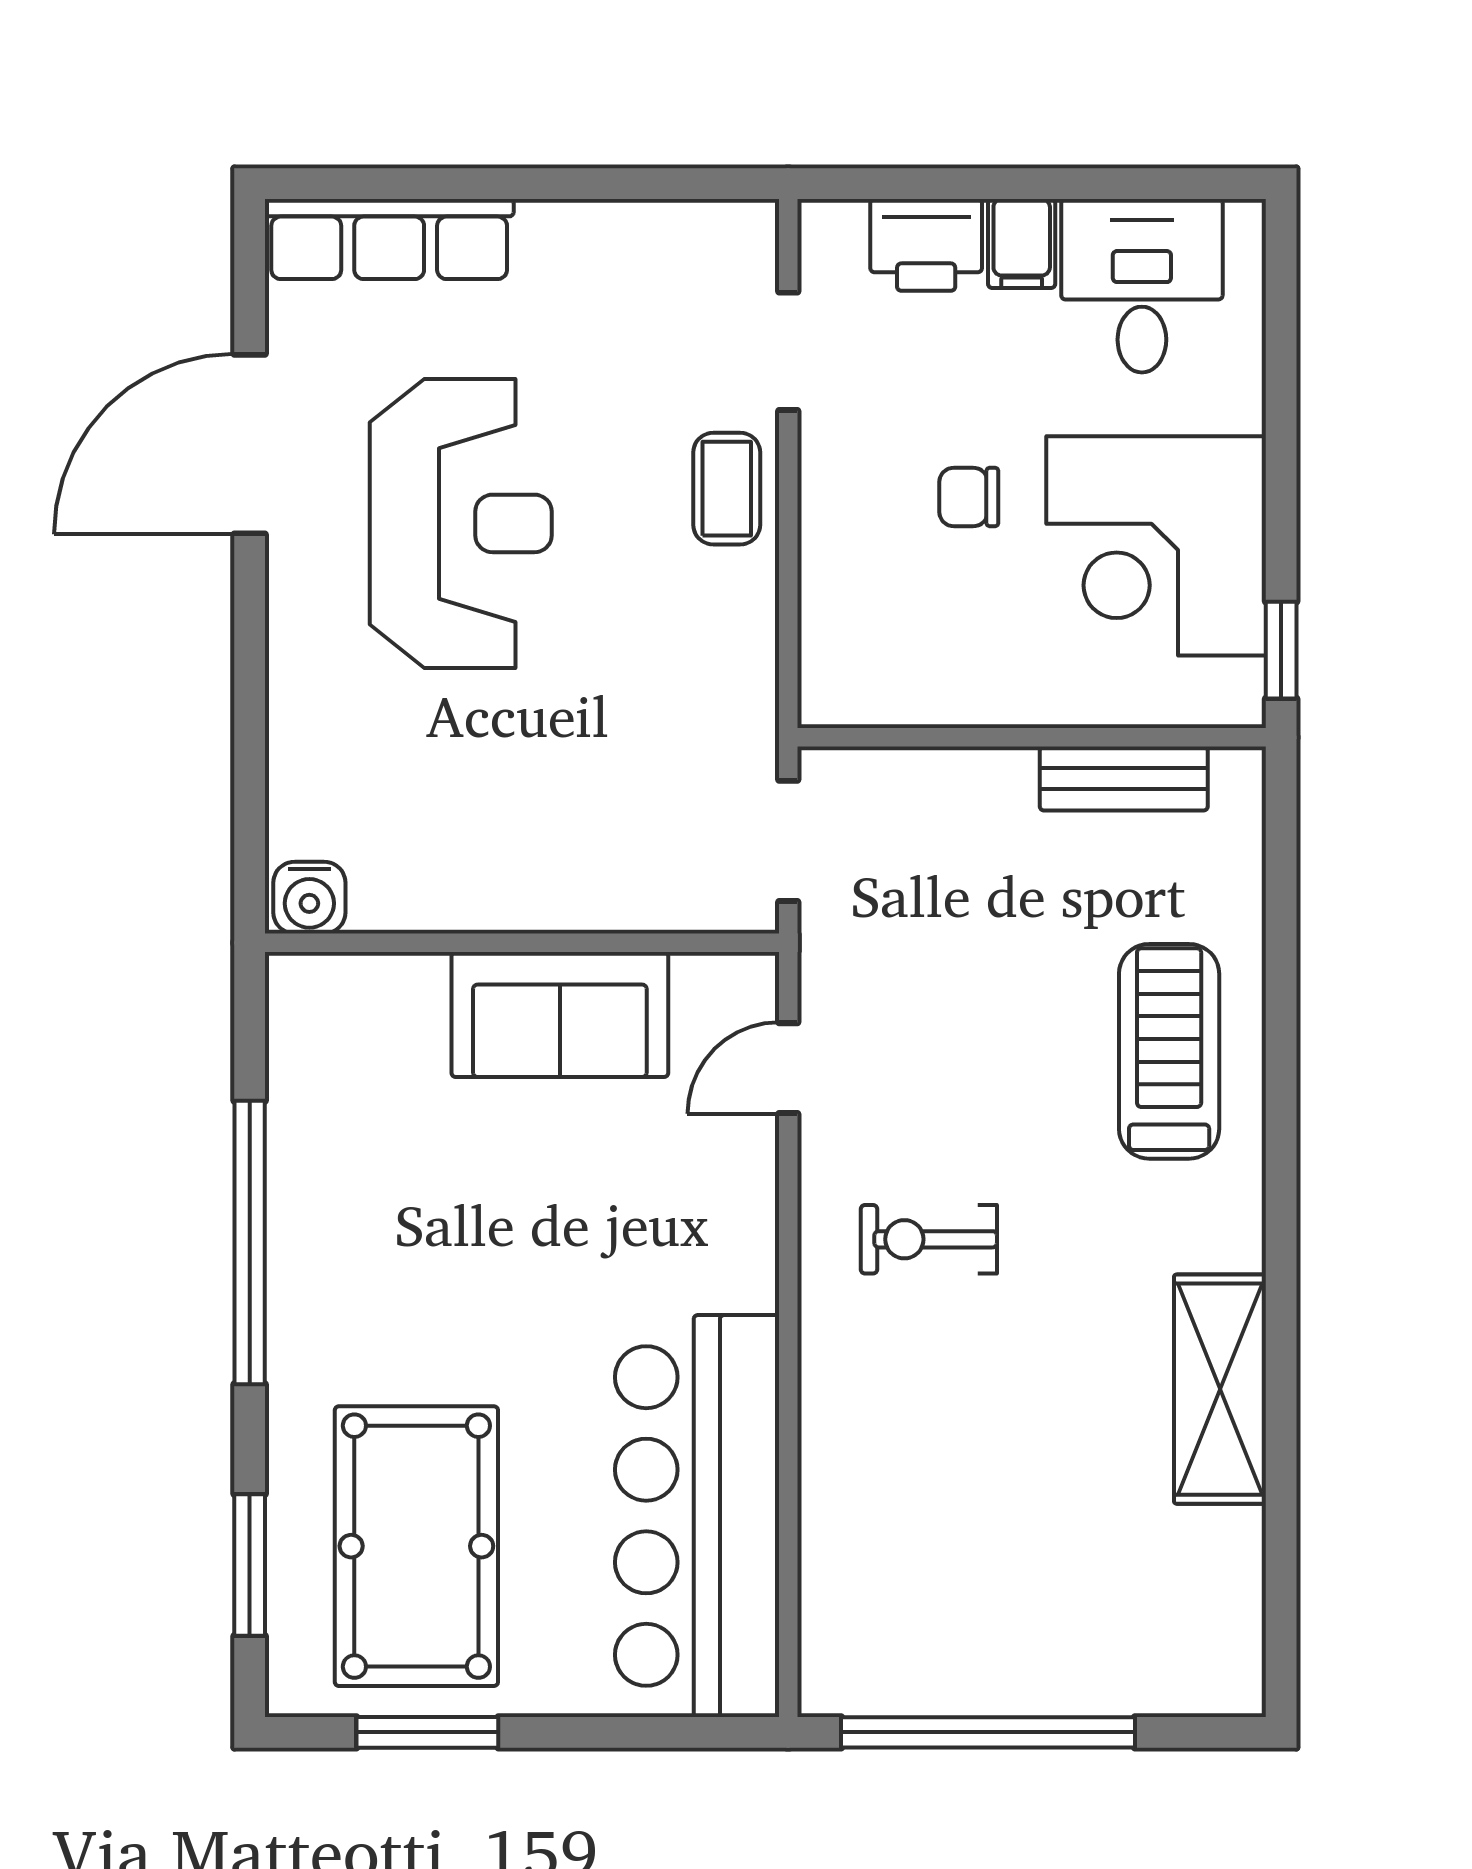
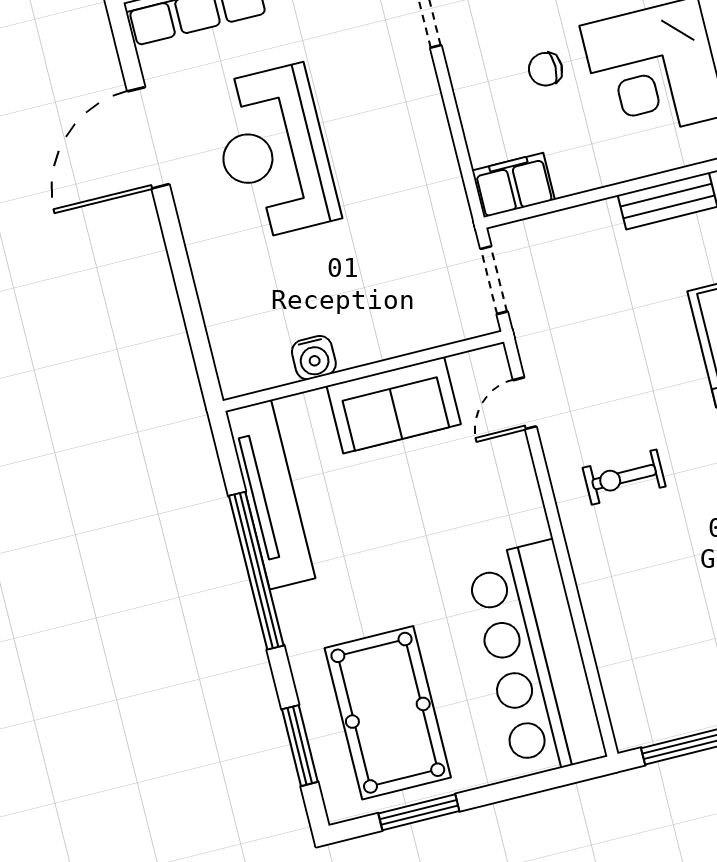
coffee table: (727, 489) -> (413, 97), removed
reception desk: (461, 523) -> (274, 152), turned 180
filing cabinet: (863, 684) -> (513, 185), added
water cooler: (309, 898) -> (314, 358), moved
tv unit: (307, 1117) -> (270, 495), added

